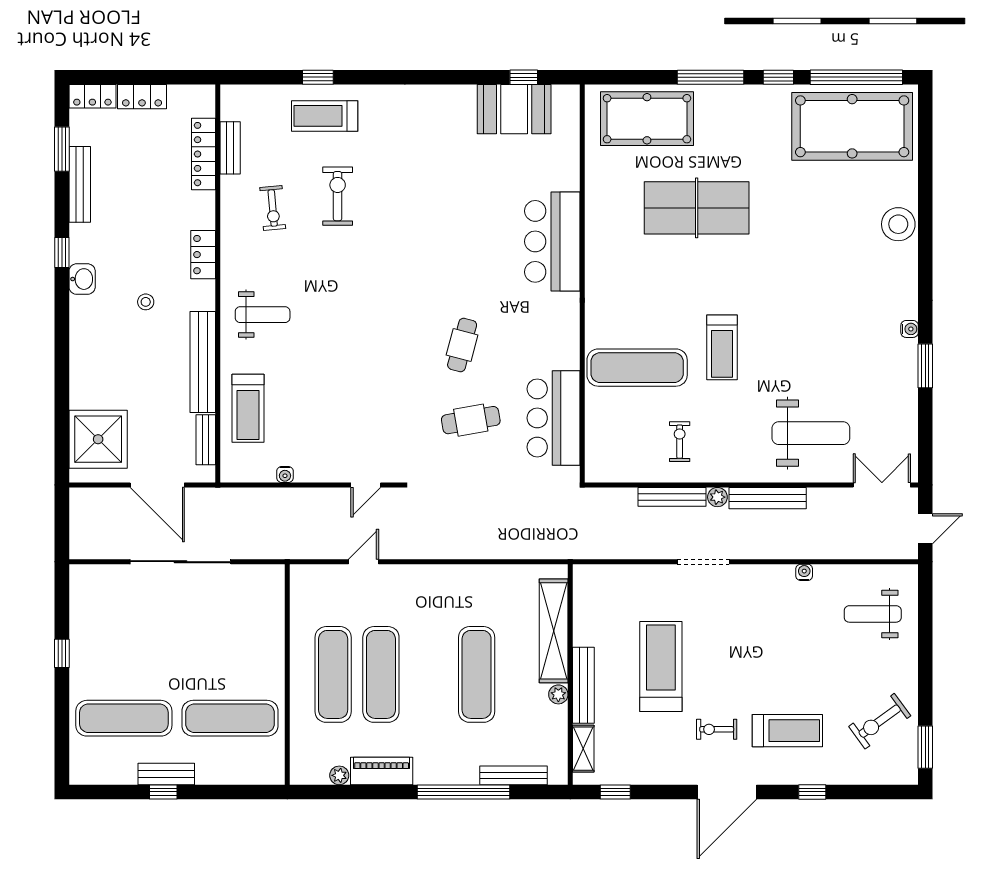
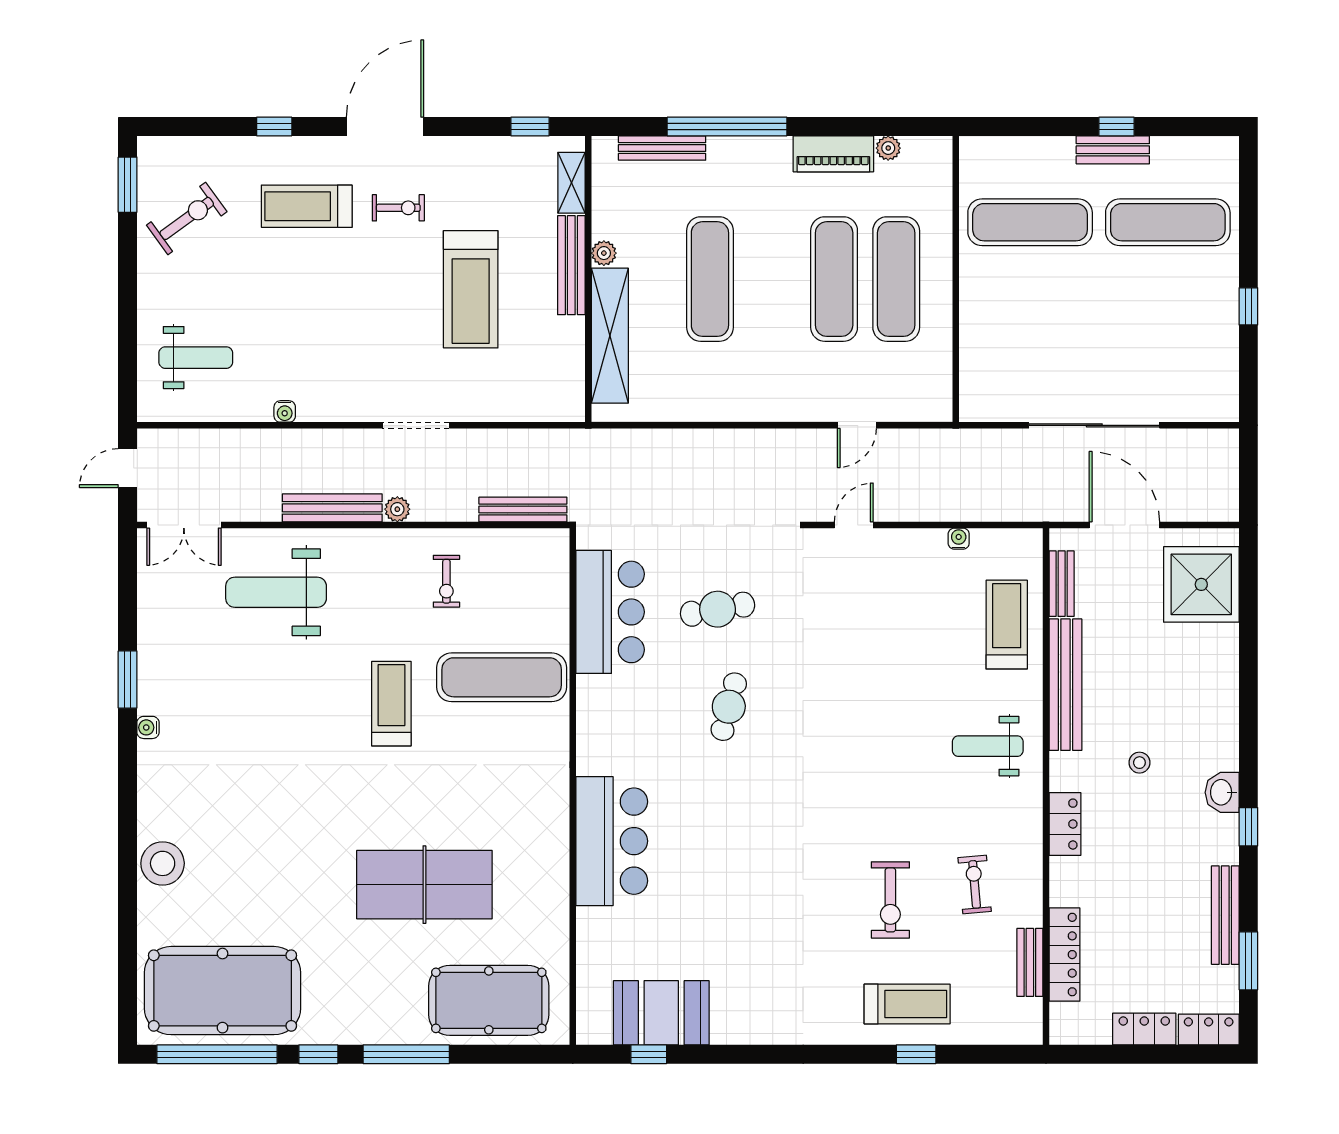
bench: (672, 497) -> (523, 510), moved

